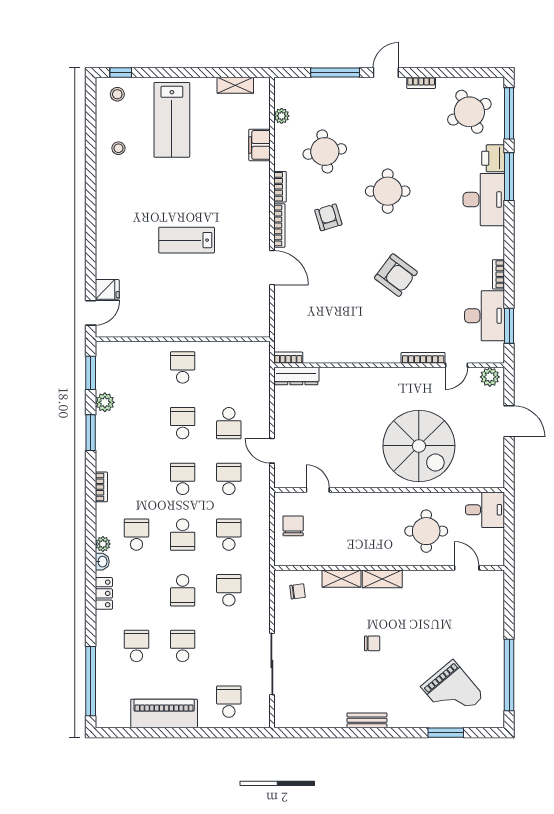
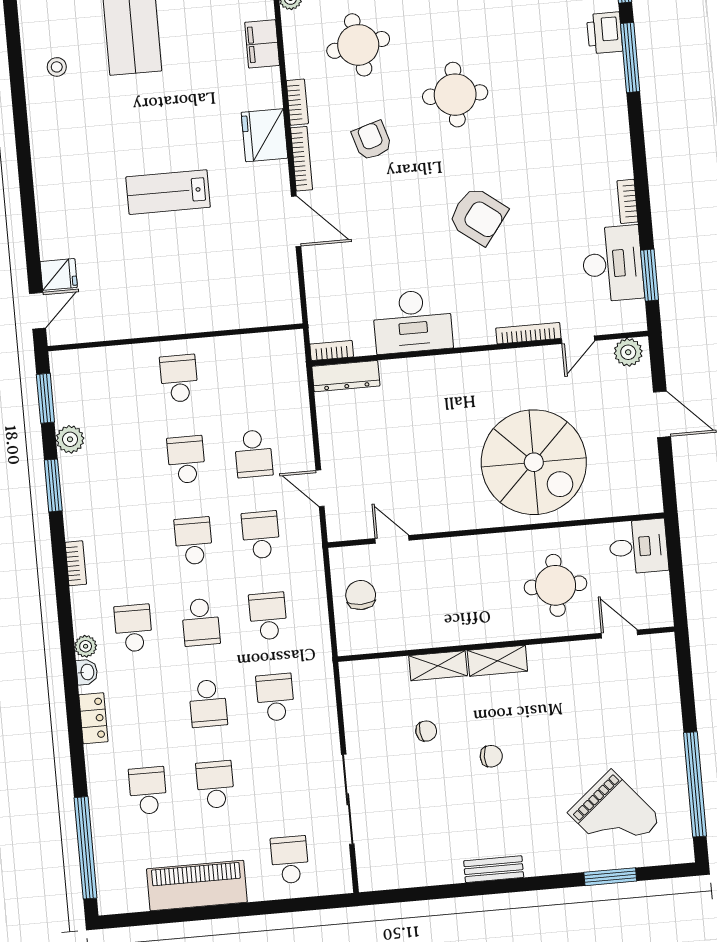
desk: (484, 200) -> (413, 321), moved, turned 90
fridge: (256, 207) -> (265, 135), added
chair: (298, 591) -> (426, 731), moved

